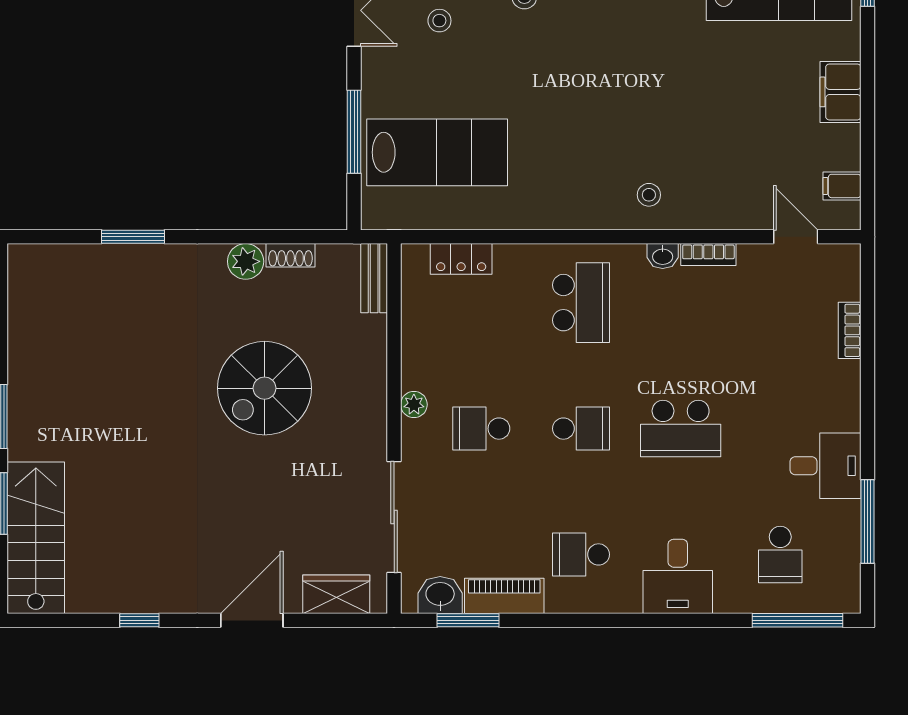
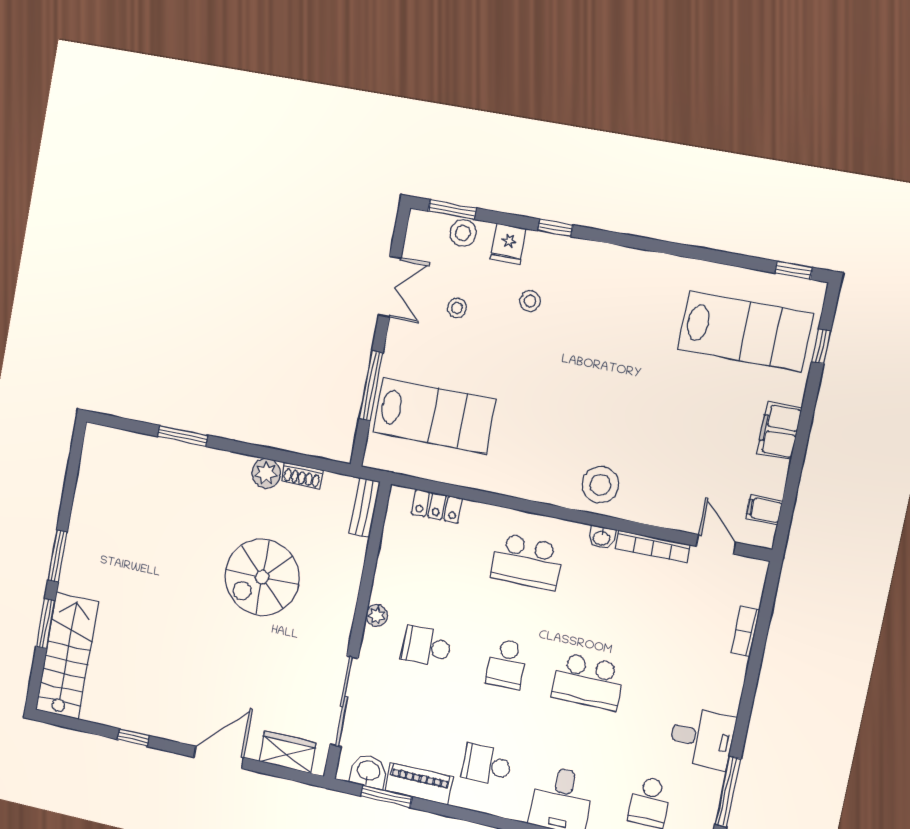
stool: (649, 195) -> (600, 485), width x1.89, depth x1.89
bookcase: (708, 254) -> (653, 547), width x1.56
school desk: (581, 303) -> (527, 562), turned 90
school desk: (581, 429) -> (507, 664), turned 90

